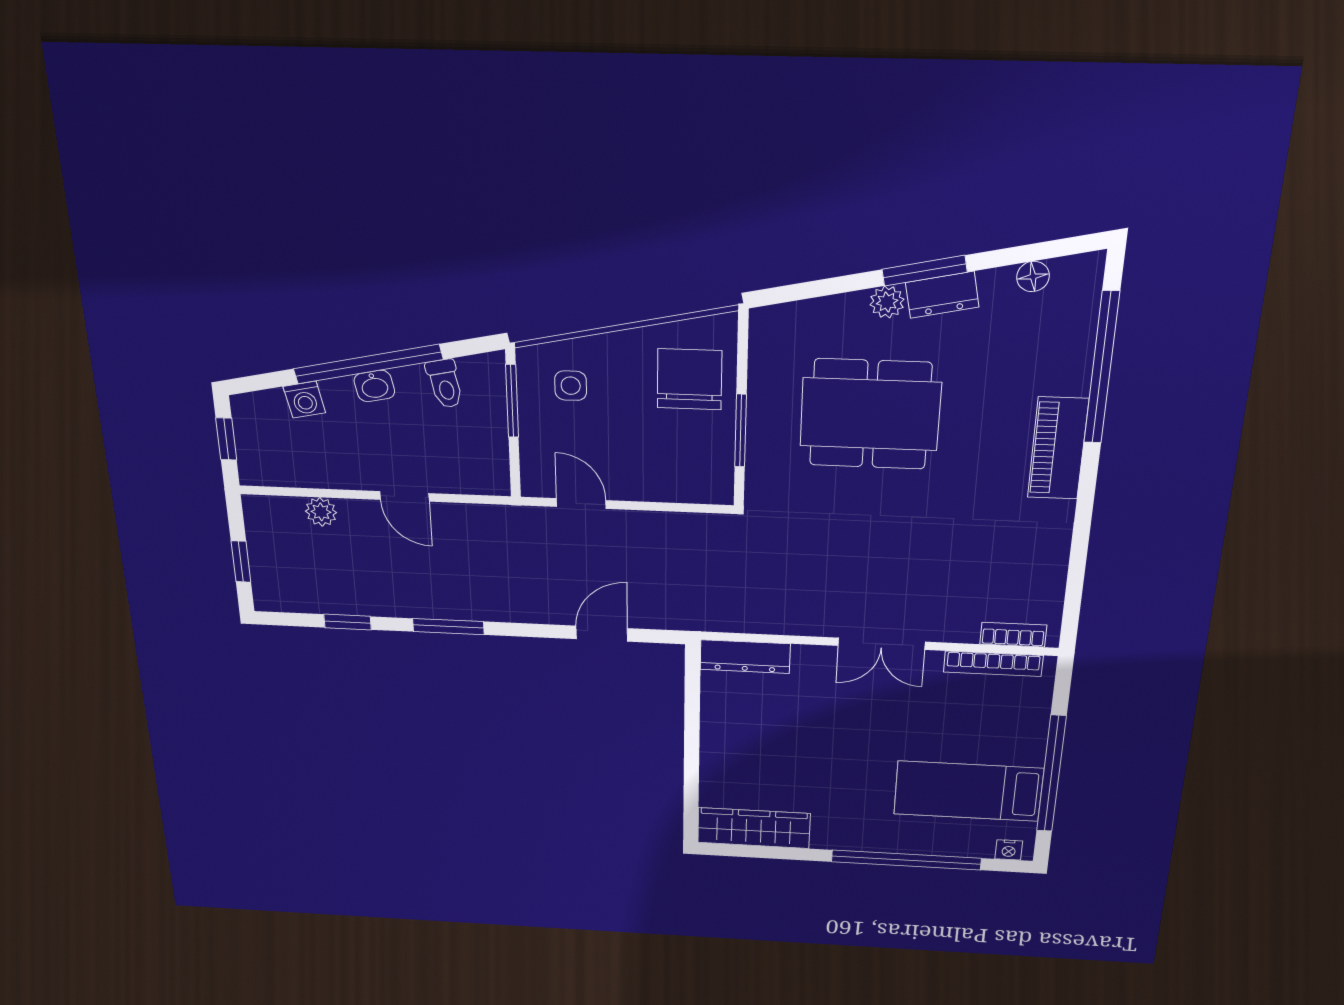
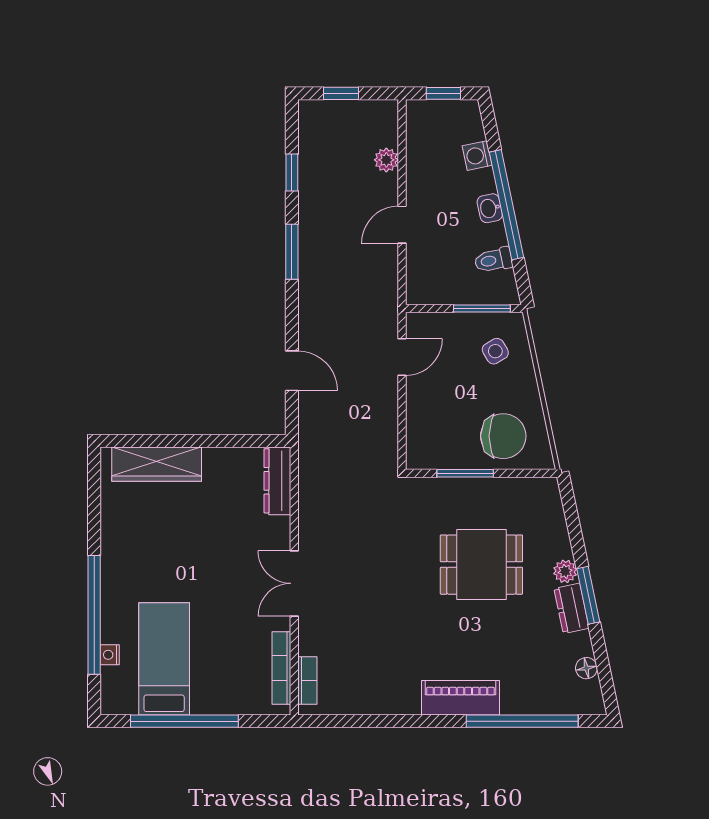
side table: (571, 386) -> (495, 351), turned -31
dining table: (870, 414) -> (481, 565), width x0.73
wardrobe: (754, 828) -> (157, 464), moved, turned 90
nightstand: (1009, 850) -> (110, 655), moved

